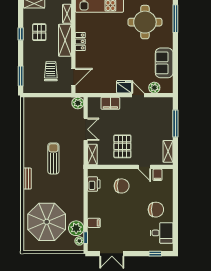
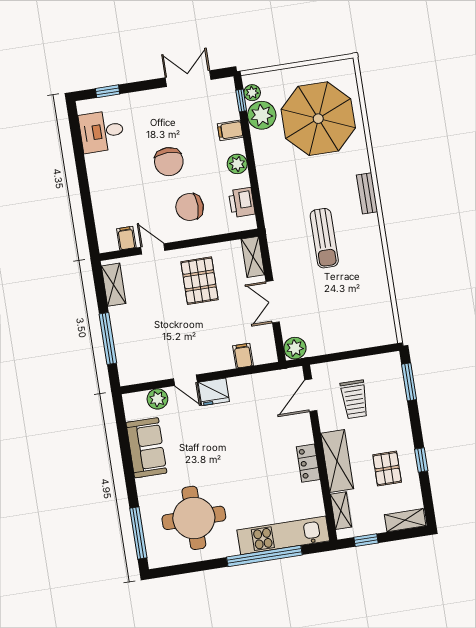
filing cabinet: (110, 103) -> (243, 356), width x0.50
plant: (93, 205) -> (237, 164), added
chair: (156, 210) -> (169, 162), moved, turned -90

